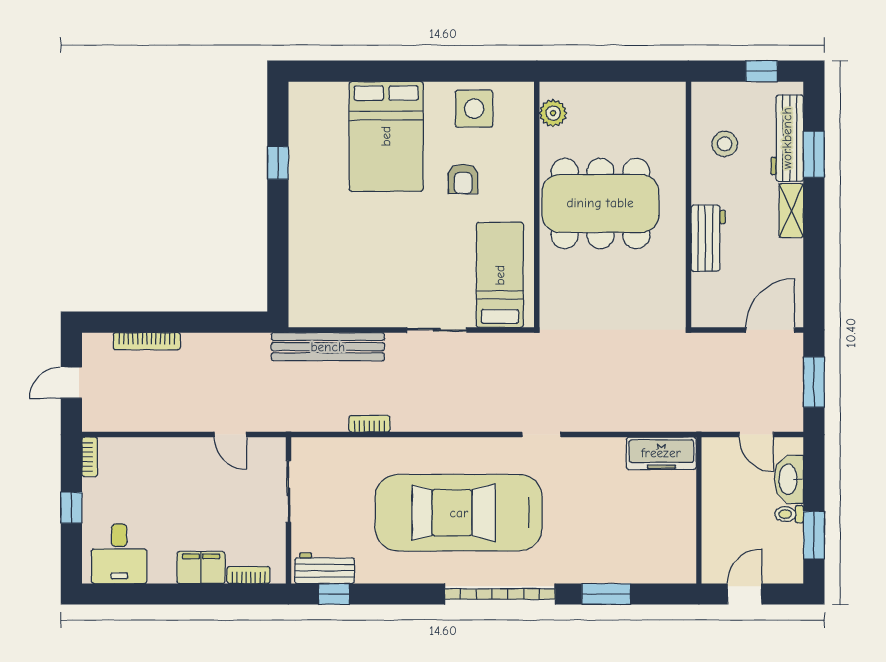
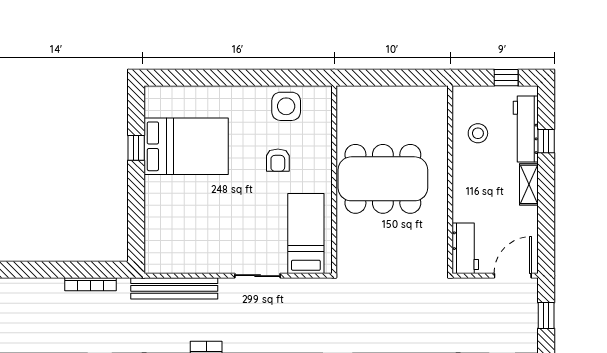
plant: (553, 113) -> (347, 110), removed
bed: (386, 136) -> (186, 146), moved, turned -90
window: (814, 154) -> (546, 141), width x0.67
workbench: (708, 238) -> (465, 248), moved
bookcase: (147, 341) -> (91, 284), moved
window: (814, 382) -> (546, 315), width x0.67

